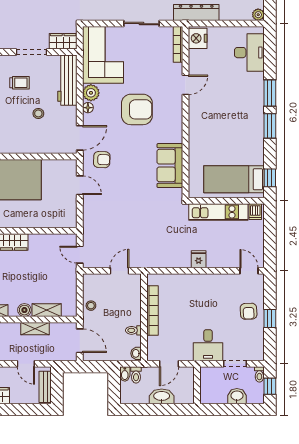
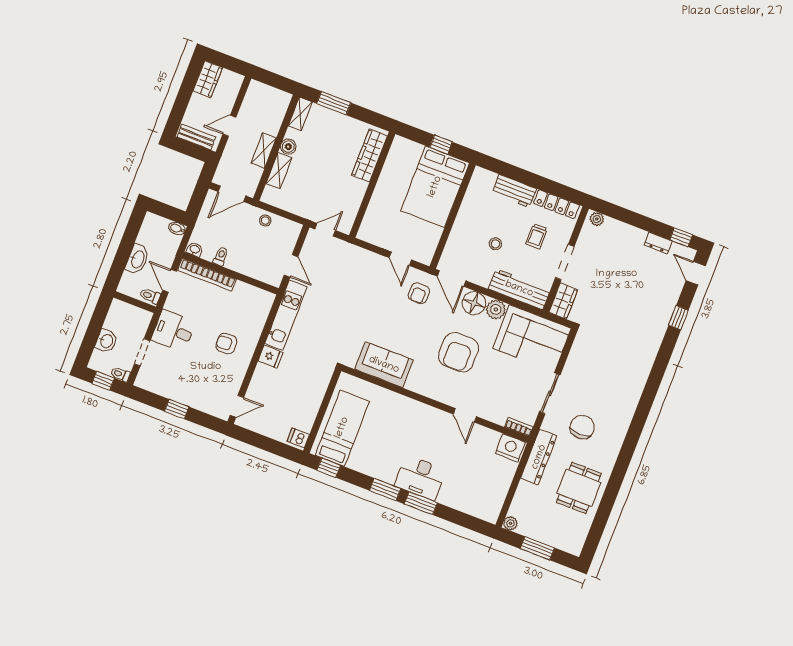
bookcase: (178, 44) -> (519, 427), width x0.64
desk: (249, 53) -> (420, 478), moved
floor lamp: (88, 108) -> (474, 303), width x1.89, depth x1.89
door: (80, 185) -> (400, 259), hinge flipped
kitchen unit: (218, 212) -> (286, 315), moved, turned 180
bookcase: (153, 310) -> (207, 275), moved
armchair: (249, 311) -> (226, 344), moved
toilet: (136, 375) -> (150, 296), moved

